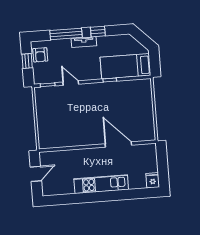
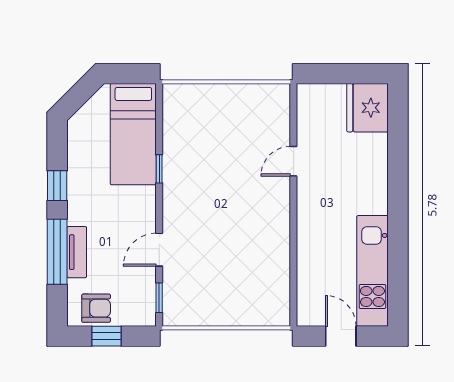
tv unit: (84, 42) -> (77, 252), moved
door: (118, 144) -> (293, 161), width x0.53
fridge: (153, 180) -> (367, 108), width x1.88, depth x1.34
kitchen unit: (101, 184) -> (372, 271), moved

